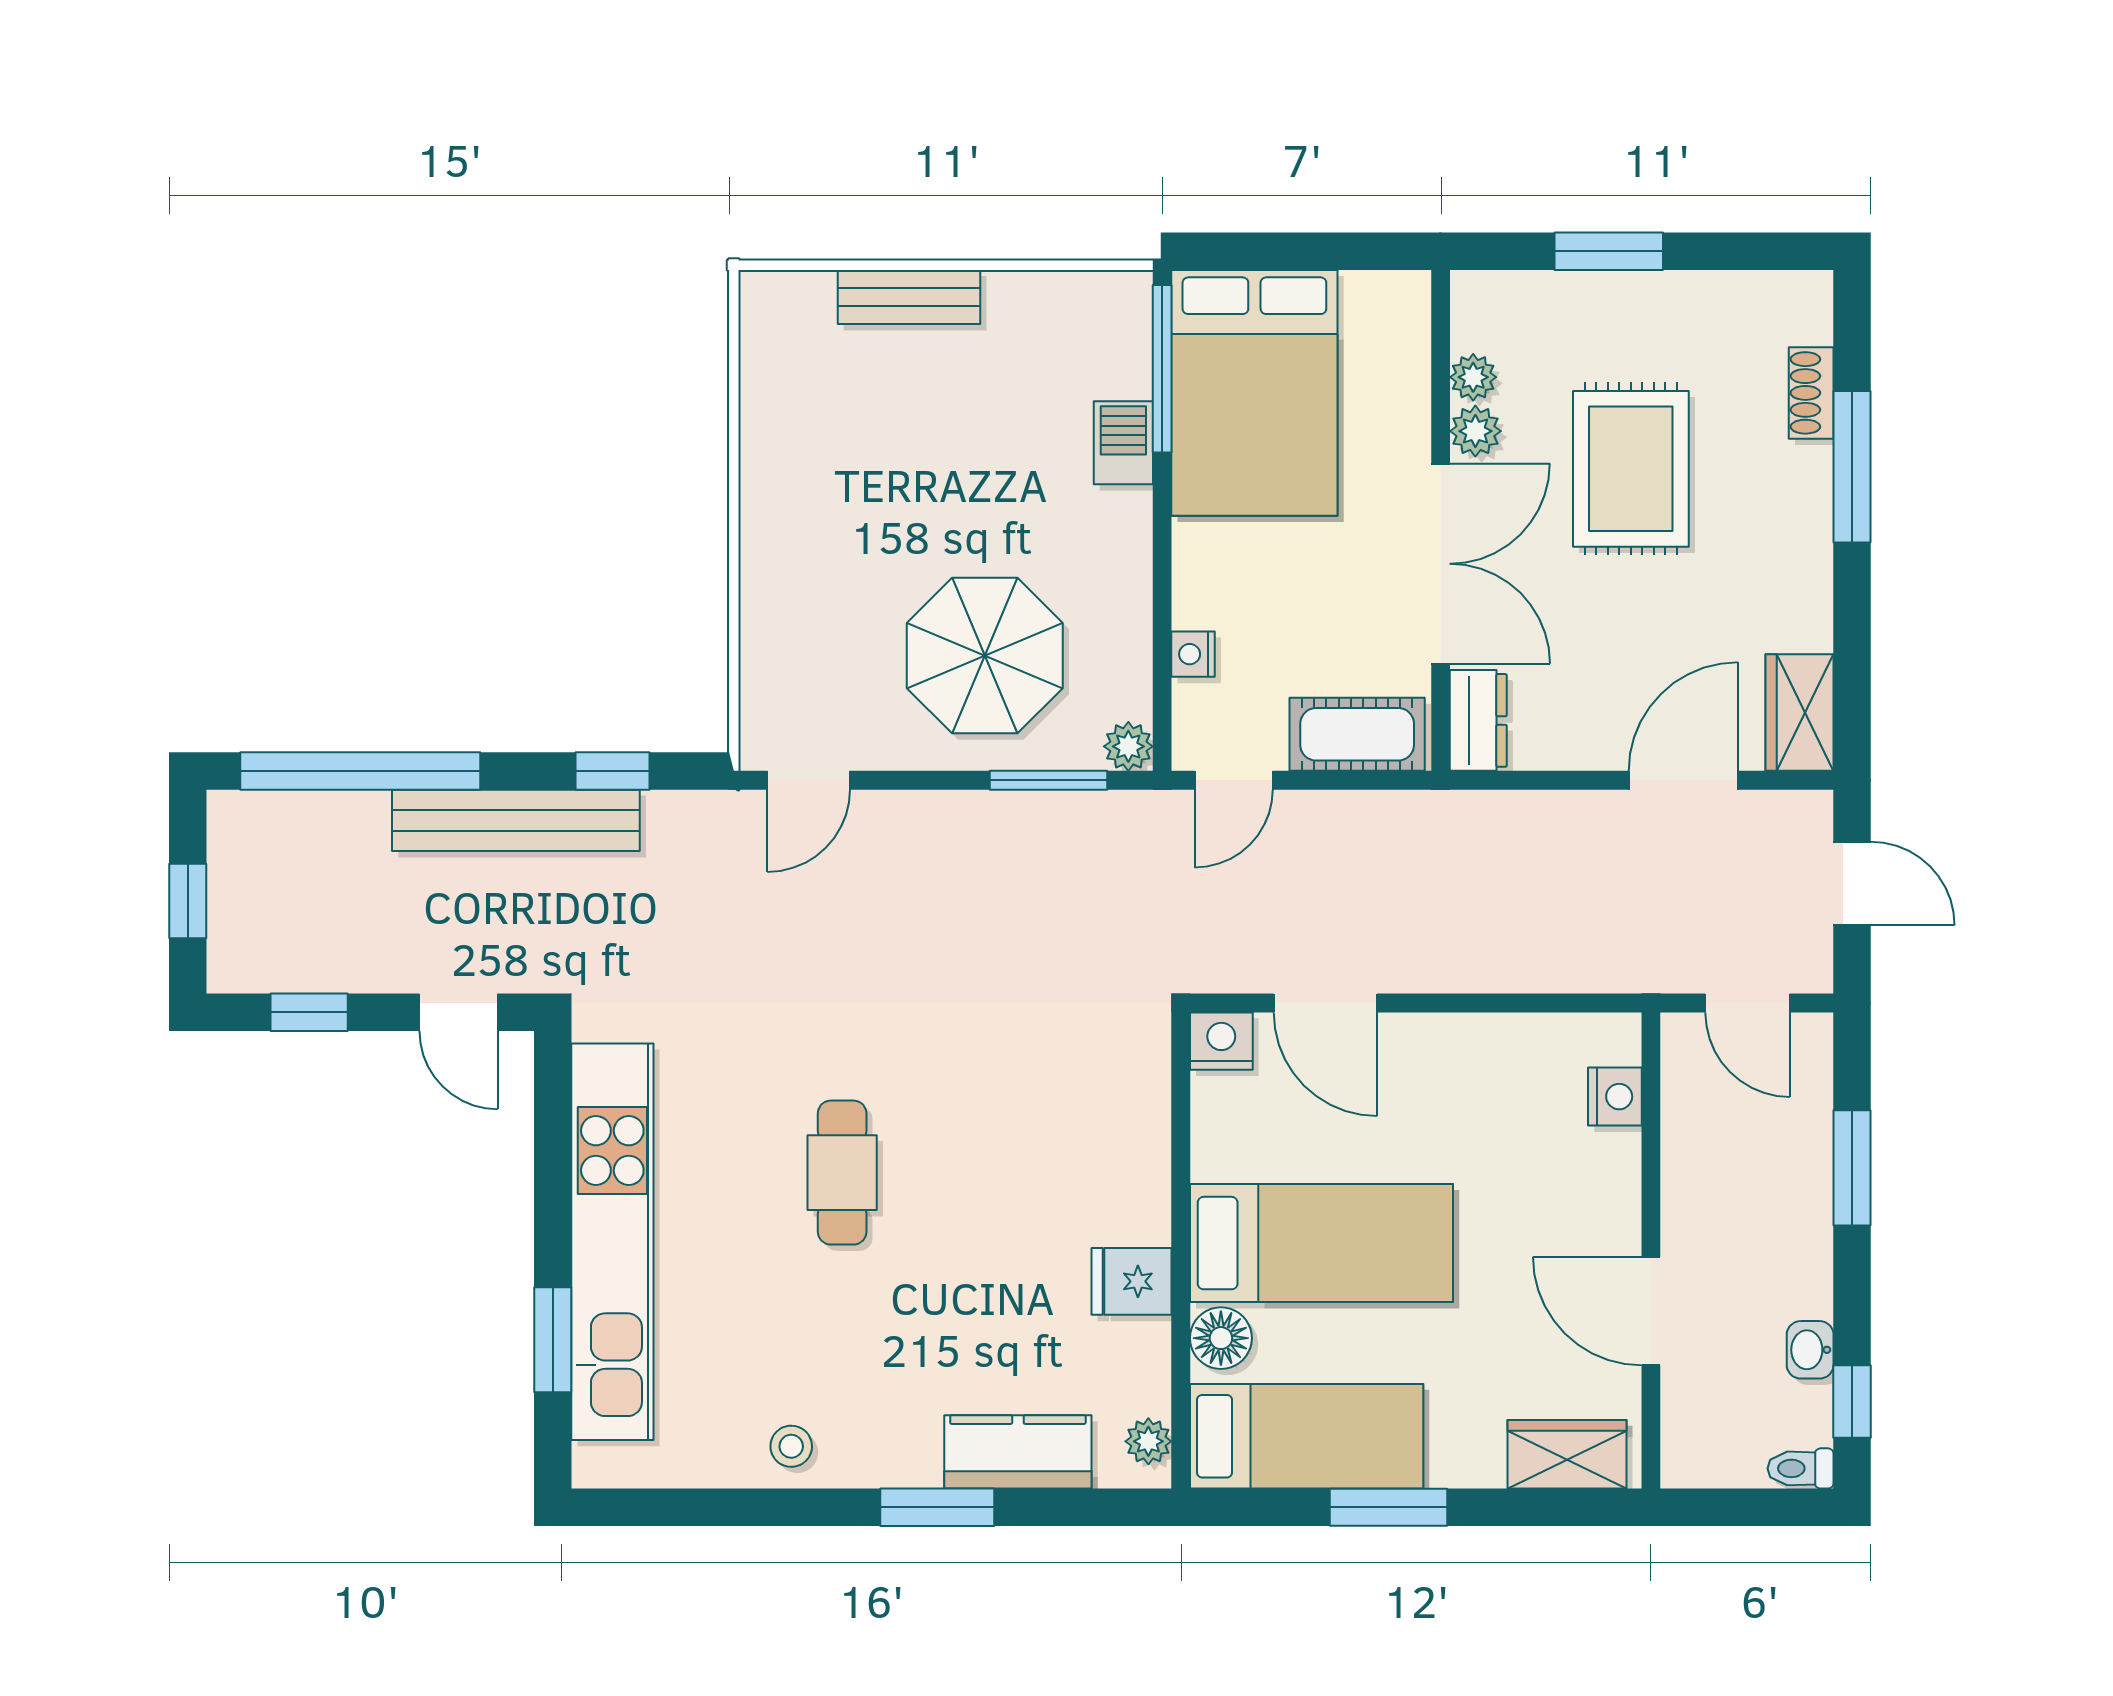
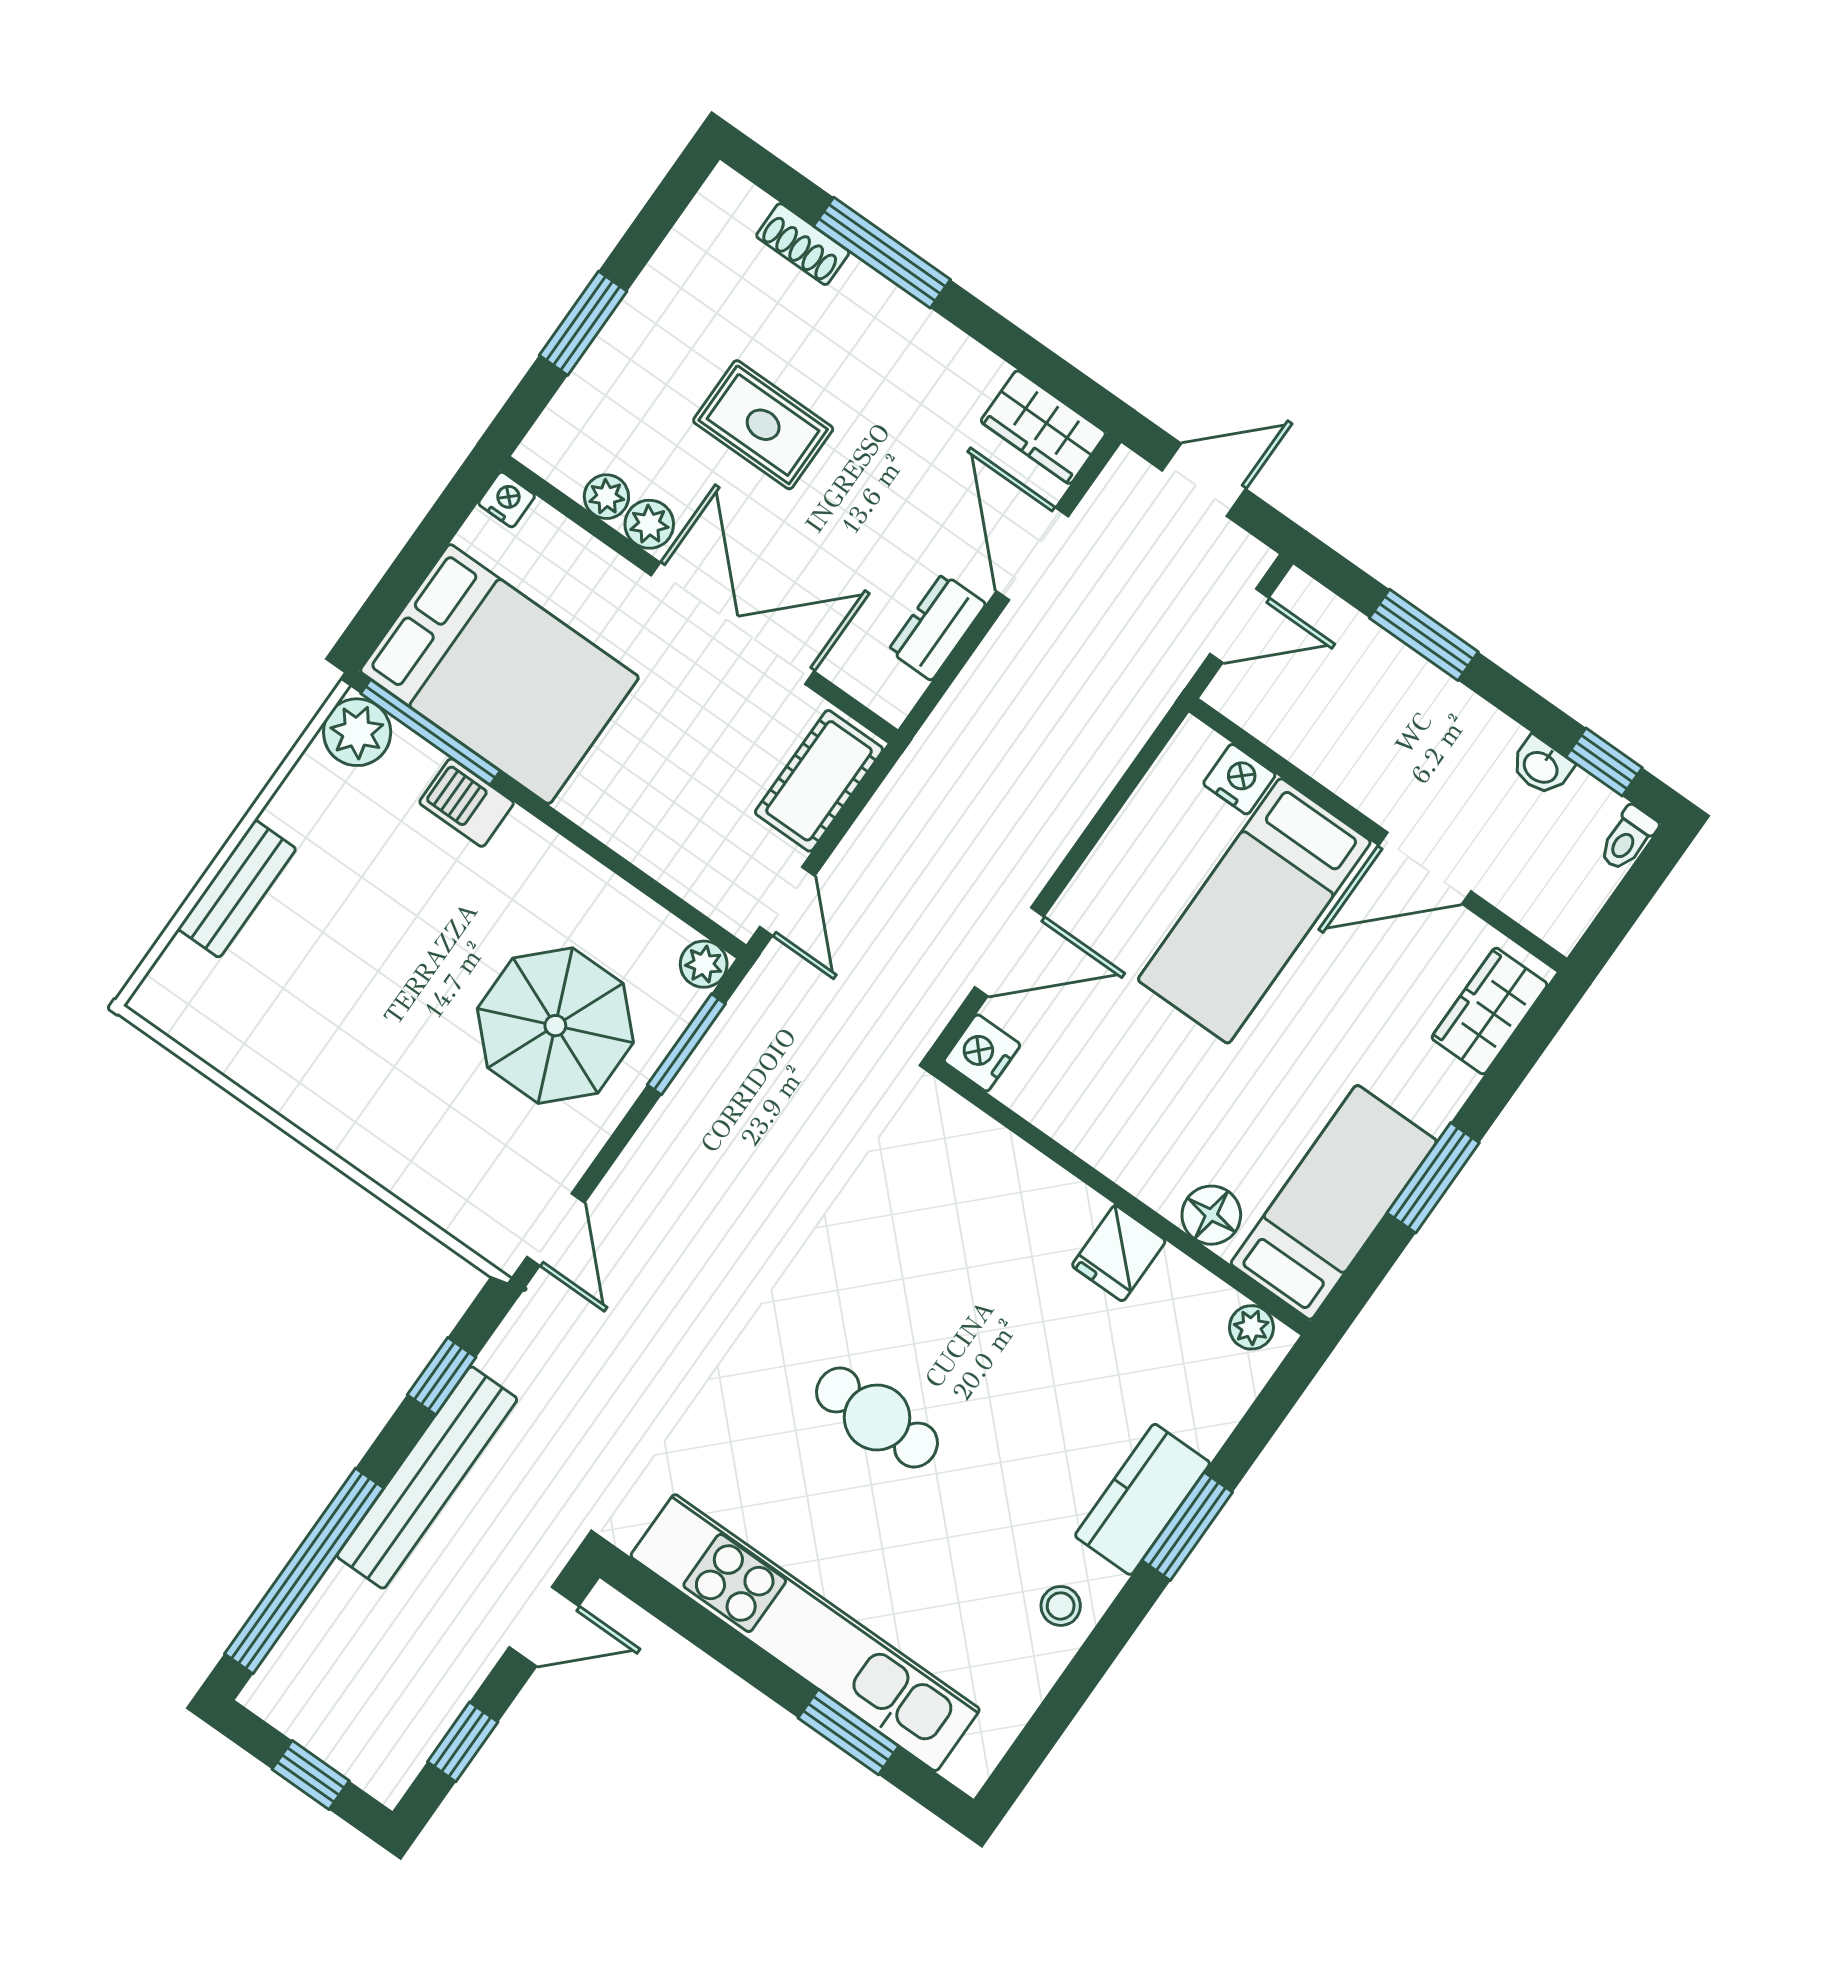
plant: (1117, 305) -> (357, 732), added
rug: (1631, 469) -> (763, 425), width x0.73, depth x0.70
nightstand: (1193, 654) -> (507, 500), moved, turned 180
dresser: (1478, 720) -> (937, 627), moved, turned -90
bed: (1321, 1243) -> (1254, 911), moved, turned 180
kitchen counter: (1018, 1452) -> (1142, 1499), moved

